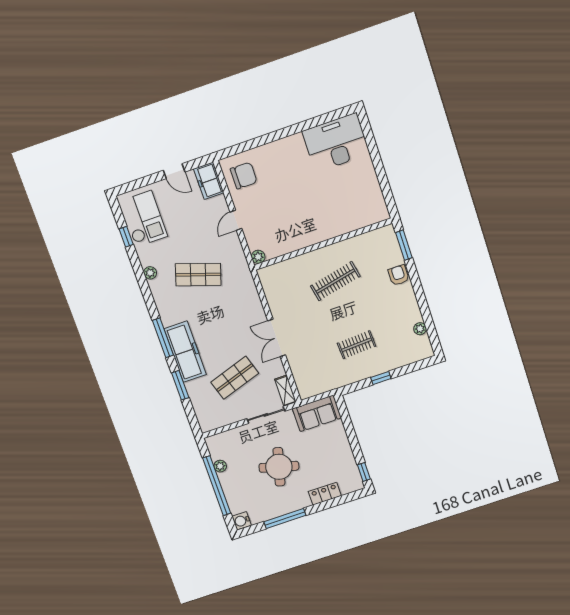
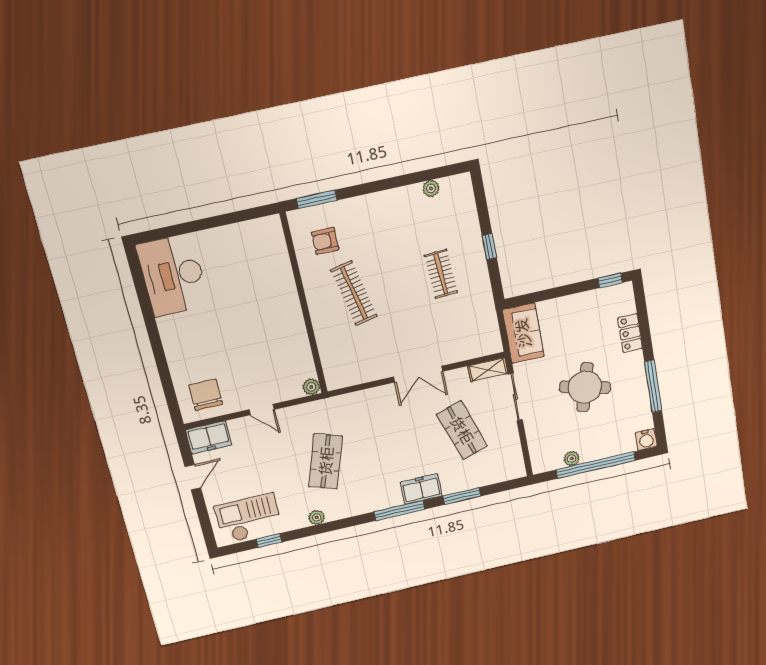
armchair: (399, 275) -> (325, 241), moved
freezer: (185, 352) -> (421, 489), width x0.52, depth x0.79

